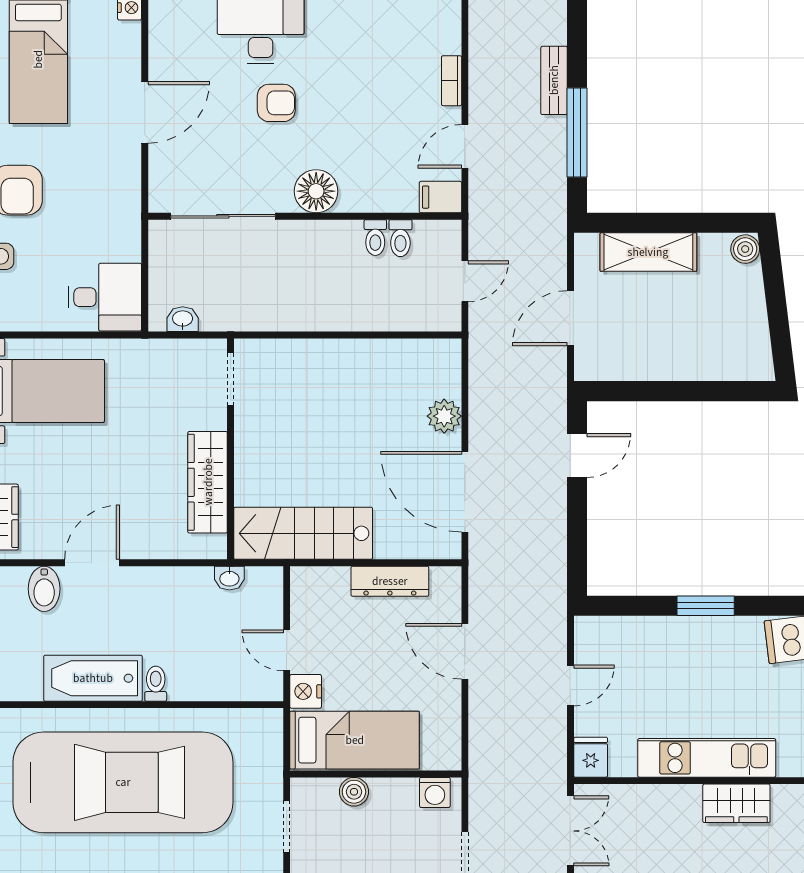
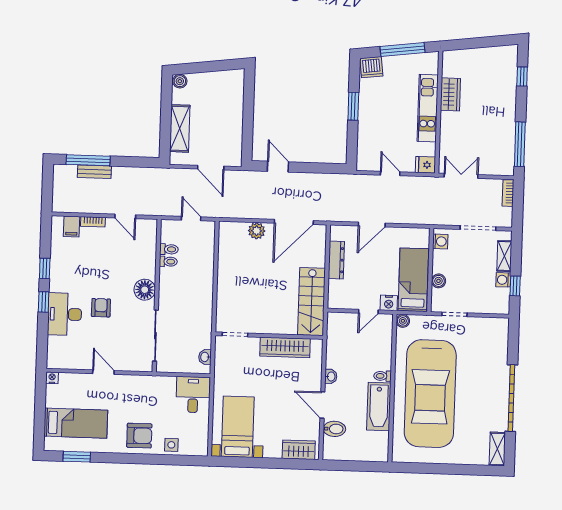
door: (145, 112) -> (103, 372), width x0.73
window: (577, 133) -> (88, 160), moved
filing cabinet: (440, 197) -> (72, 226), moved
washbasin: (229, 578) -> (331, 376), moved
boiler: (270, 722) -> (403, 321), added
car: (123, 782) -> (430, 394), turned 180

